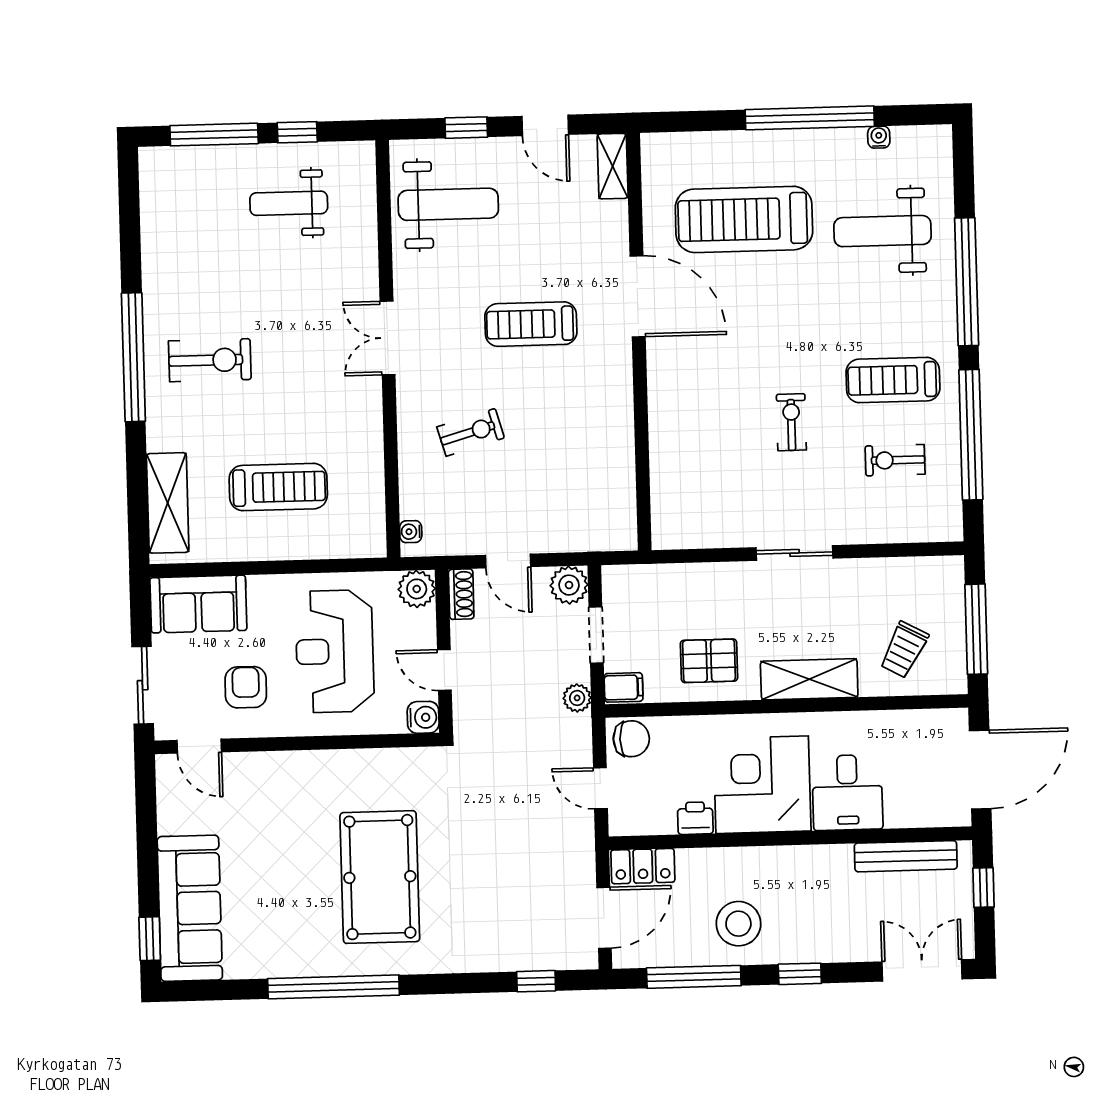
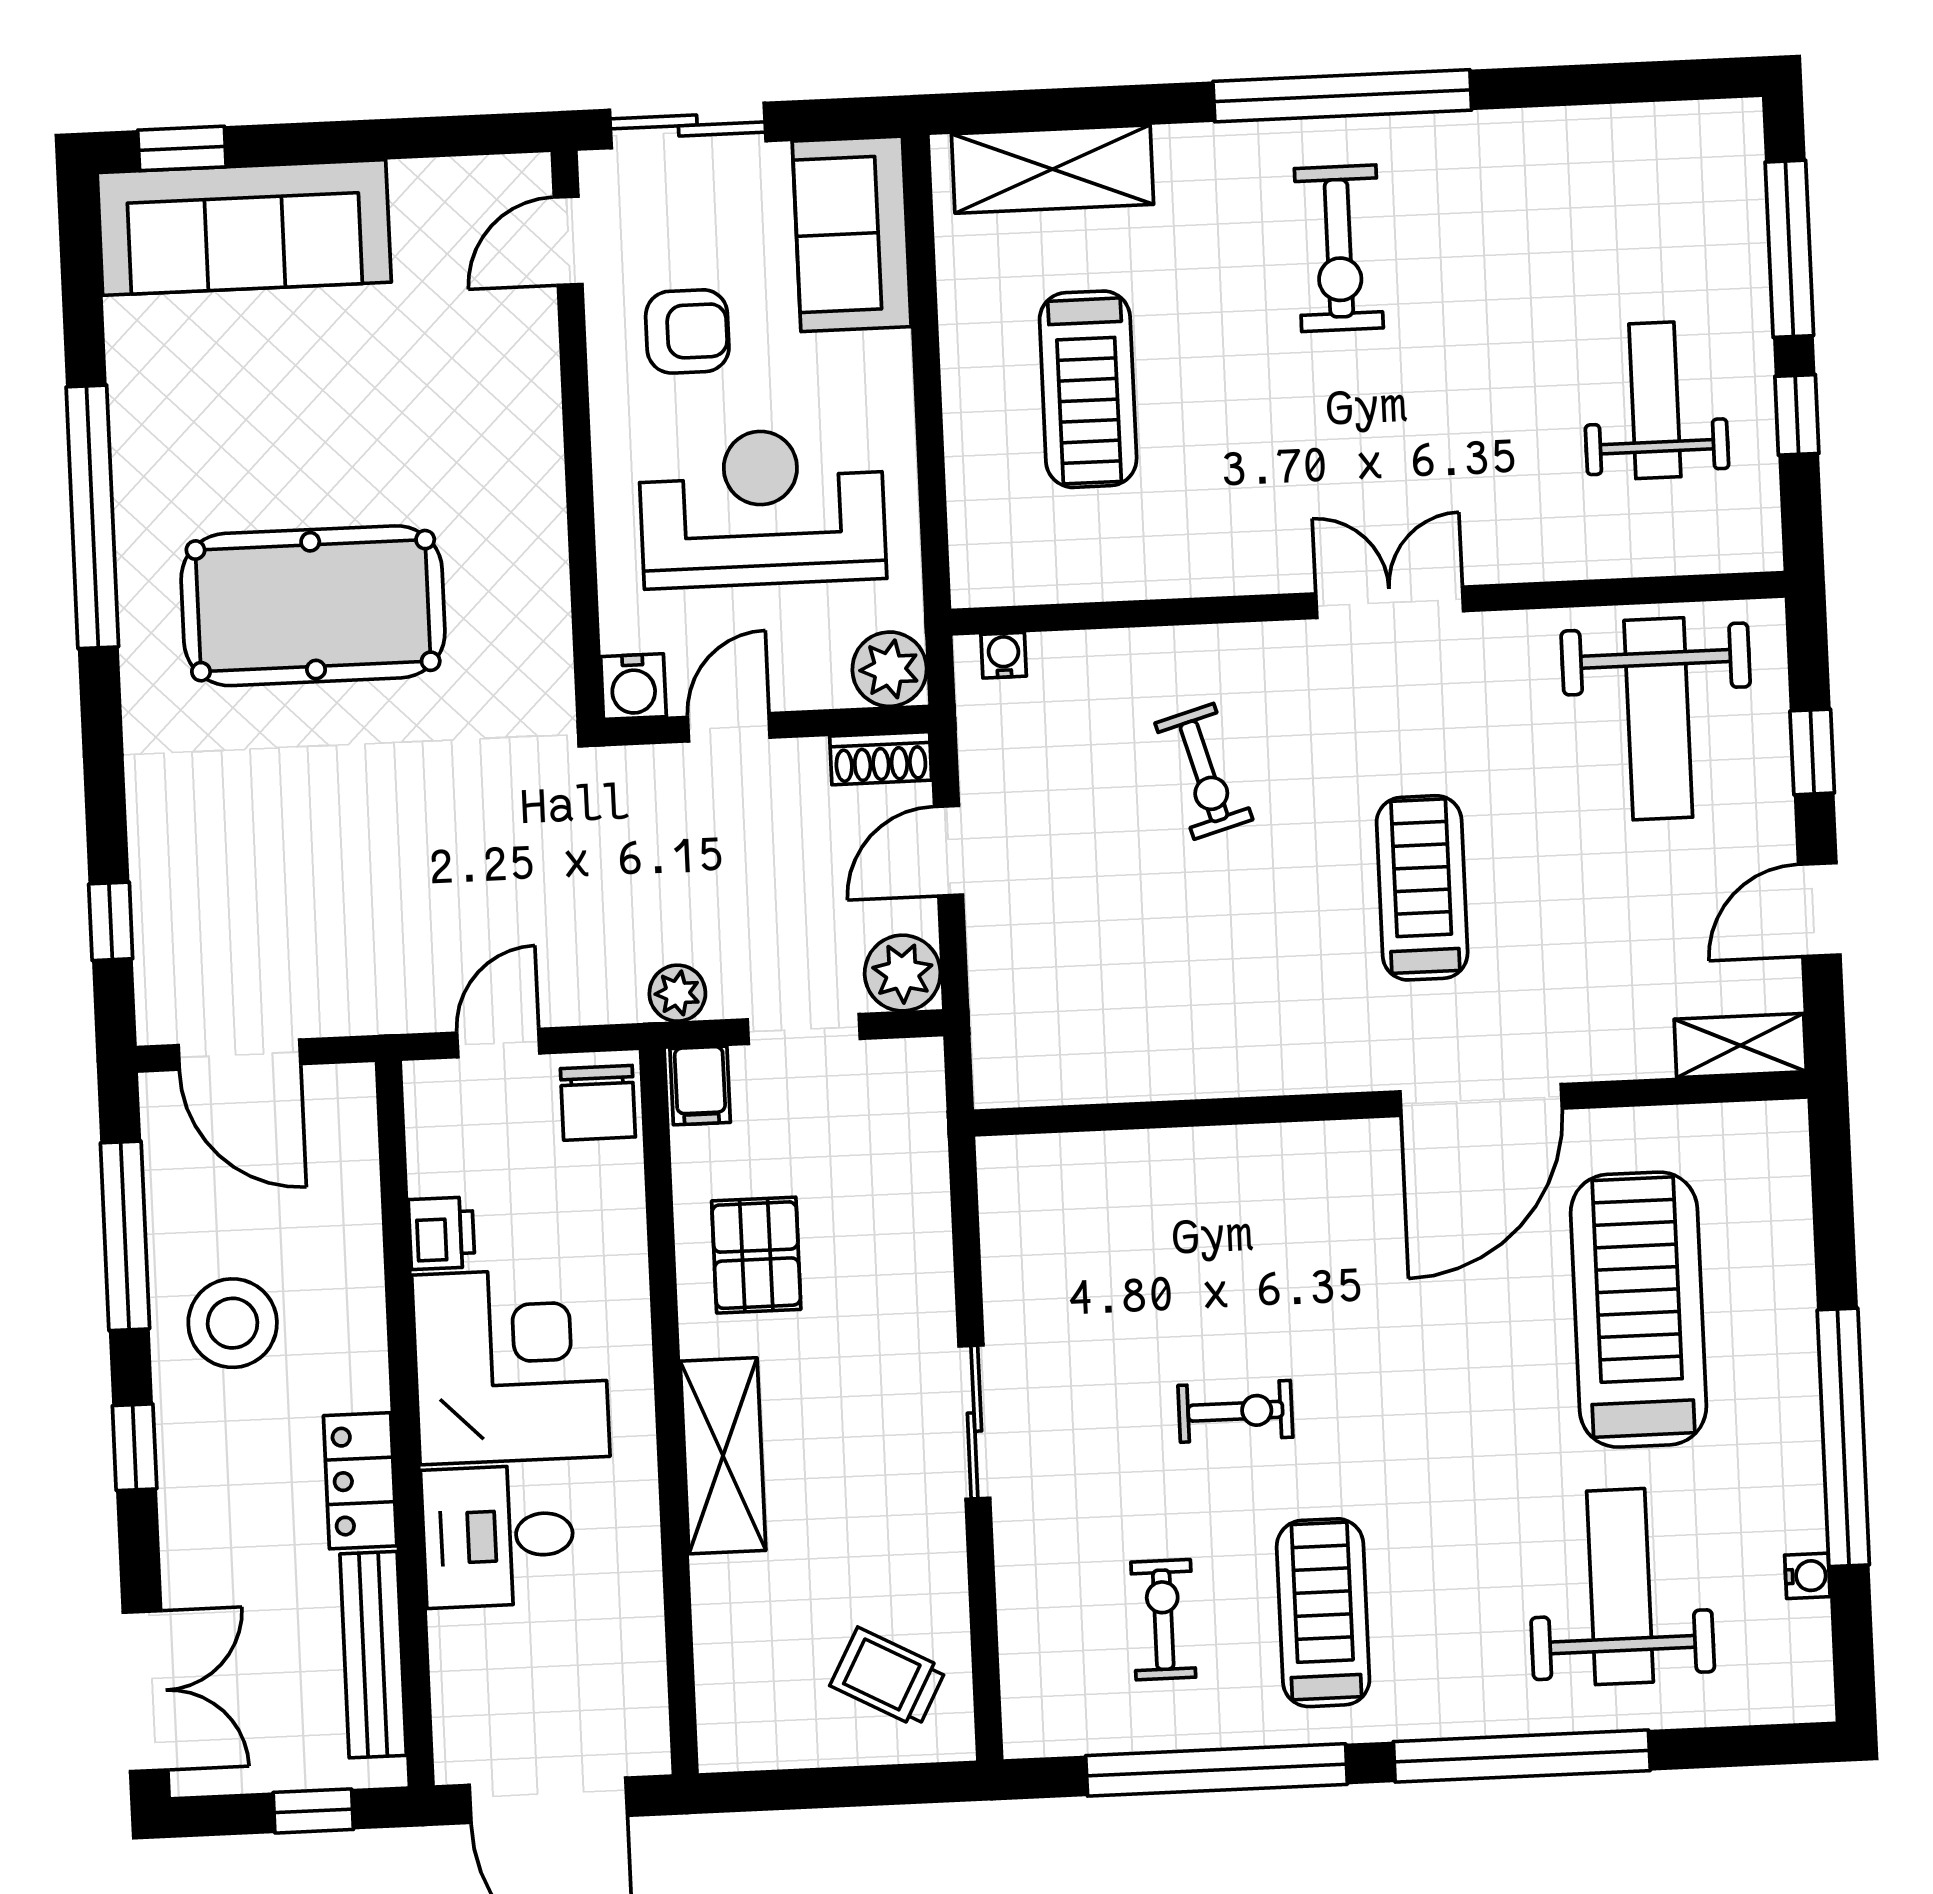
window: (976, 629) -> (829, 1788), removed
trolley: (904, 650) -> (888, 1677), moved
locker: (643, 866) -> (360, 1481), moved

